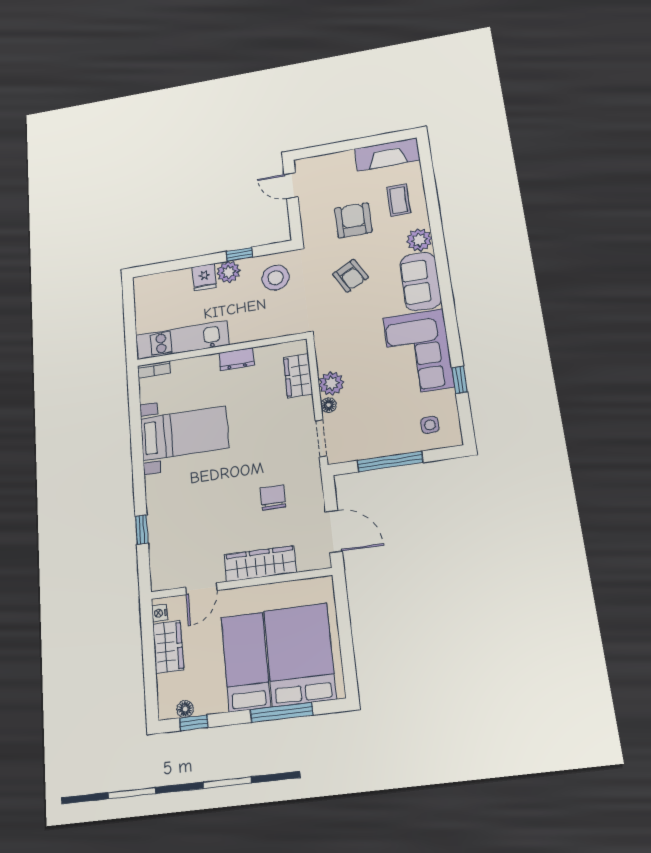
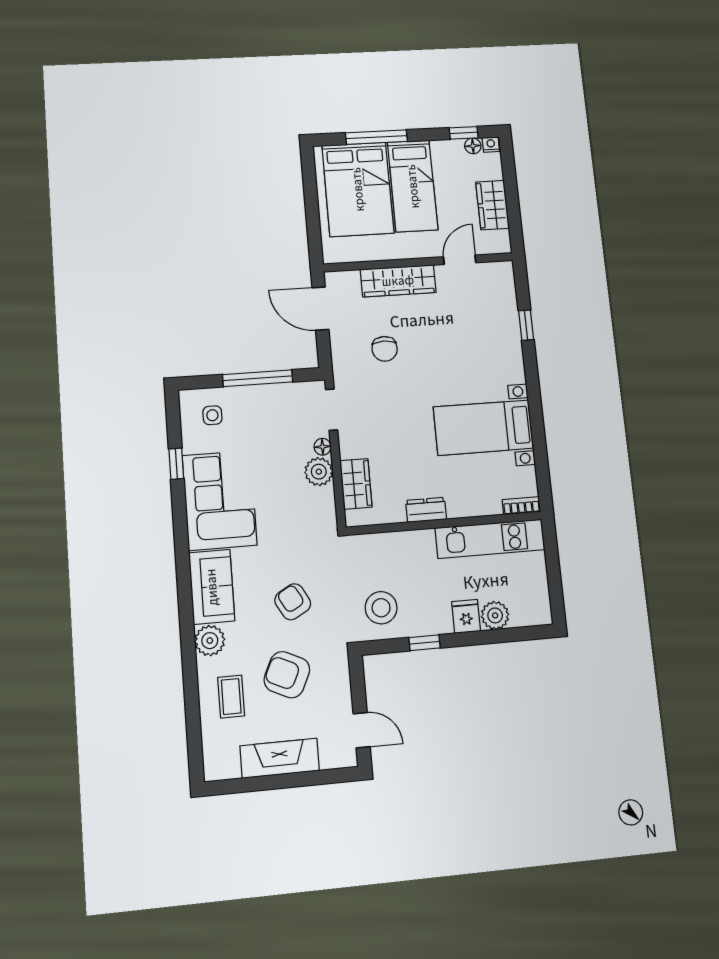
fireplace: (387, 154) -> (280, 758), moved
armchair: (353, 220) -> (287, 675), turned 115
plant: (228, 272) -> (495, 615), moved
nightstand: (160, 613) -> (491, 145), moved, turned -90

